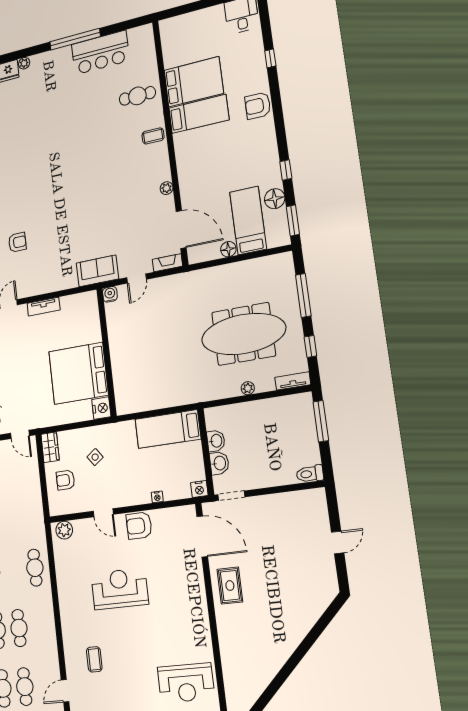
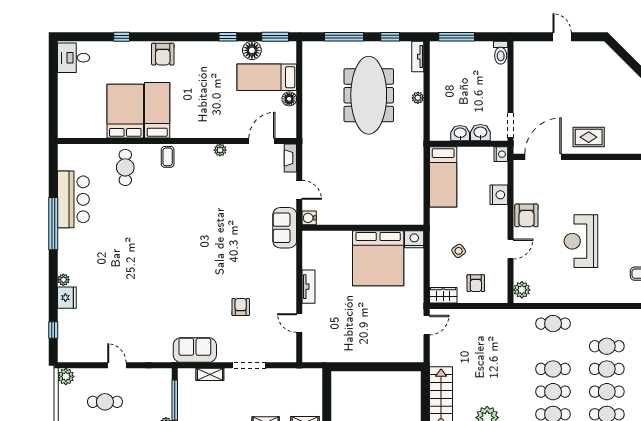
door: (181, 229) -> (262, 141), width x0.73
nightstand: (157, 497) -> (499, 195), width x1.89, depth x1.79

